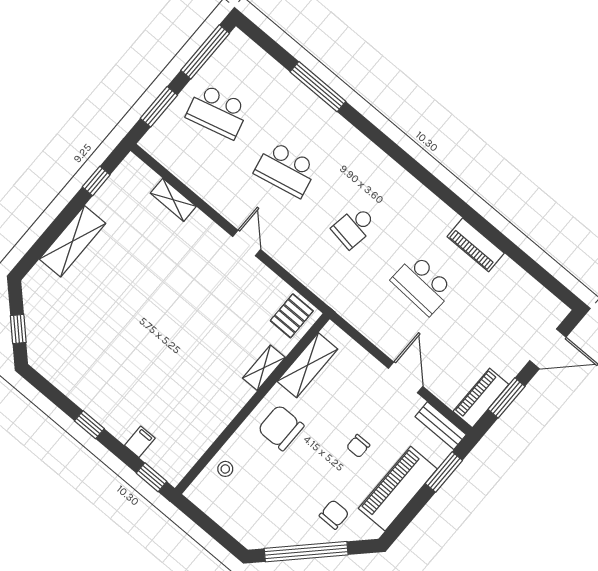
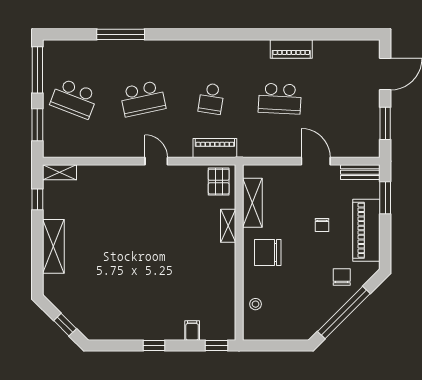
school desk: (217, 111) -> (74, 99), turned 36
shelving: (173, 200) -> (59, 172), moved
piano: (481, 398) -> (215, 148), moved, turned 90

